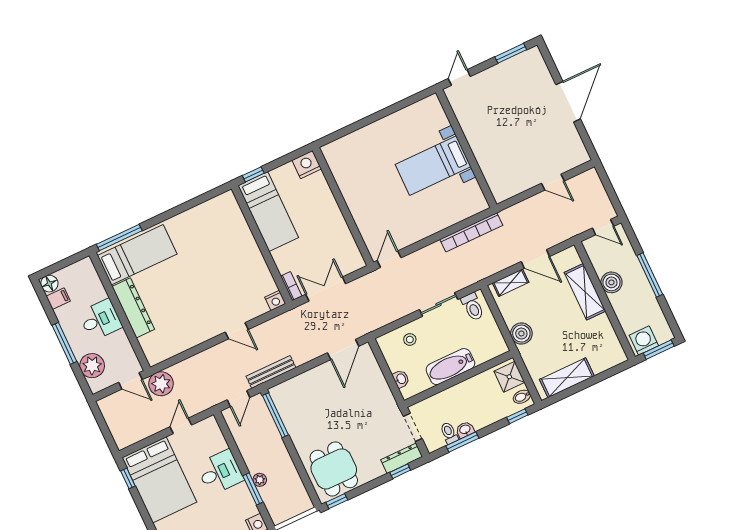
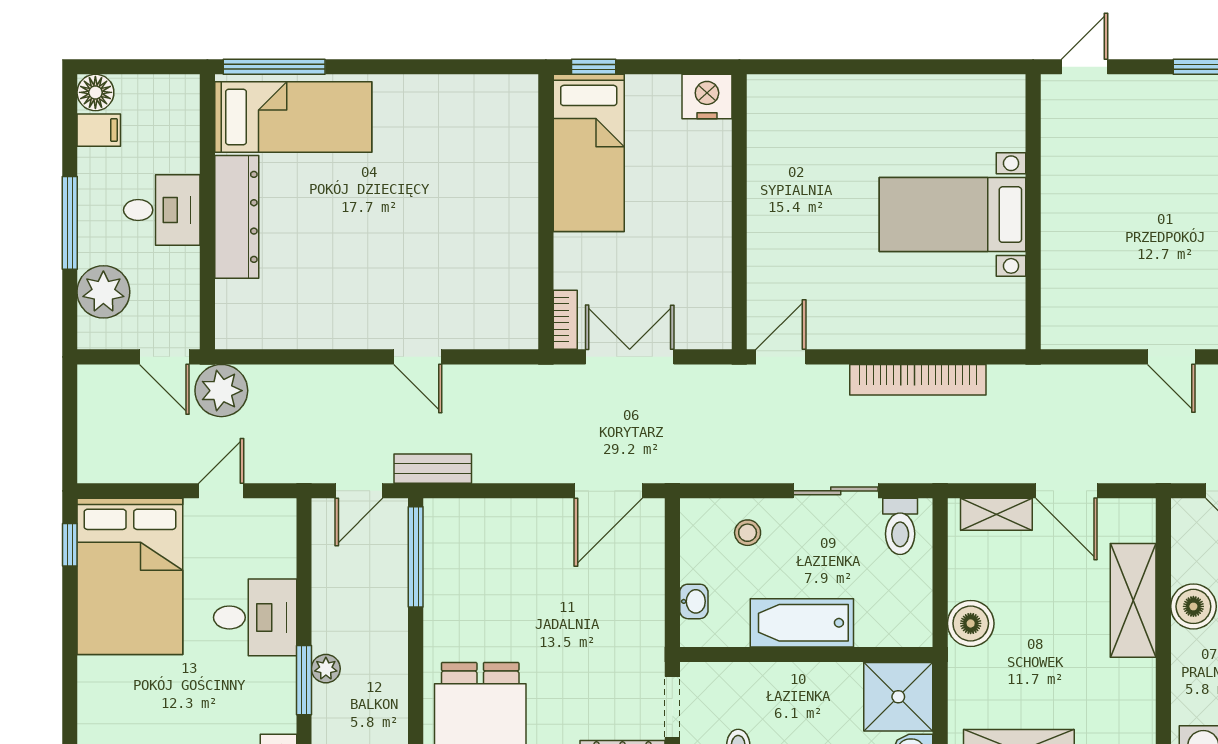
bookcase: (471, 232) -> (918, 380), moved
nightstand: (275, 301) -> (521, 333), removed
bench: (271, 372) -> (433, 469), width x0.73
shower: (509, 377) -> (898, 697), width x1.36, depth x1.36

